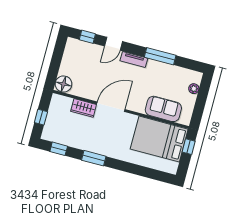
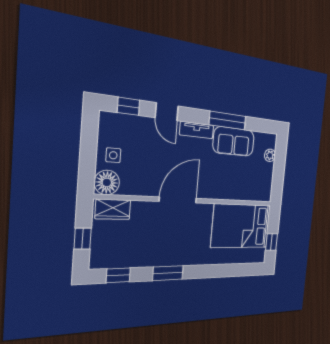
door: (113, 44) -> (167, 112), hinge flipped
side table: (71, 67) -> (113, 155), added
wardrobe: (84, 108) -> (113, 209), moved
sofa: (163, 109) -> (234, 141), moved, turned 180
window: (189, 147) -> (272, 242), moved

